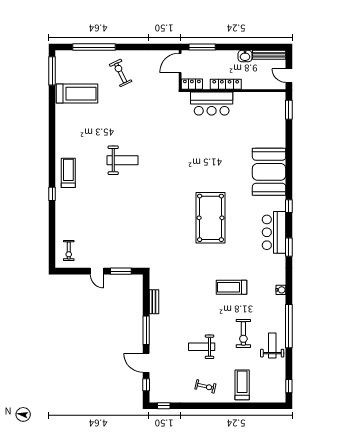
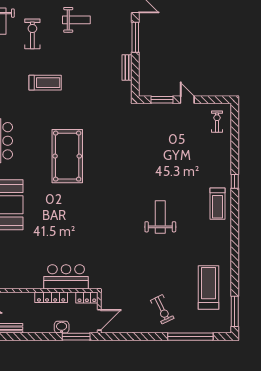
washbasin: (245, 56) -> (62, 327), moved
treadmill: (77, 94) -> (208, 287), turned 90
weight bench: (122, 160) -> (160, 217), turned 90

